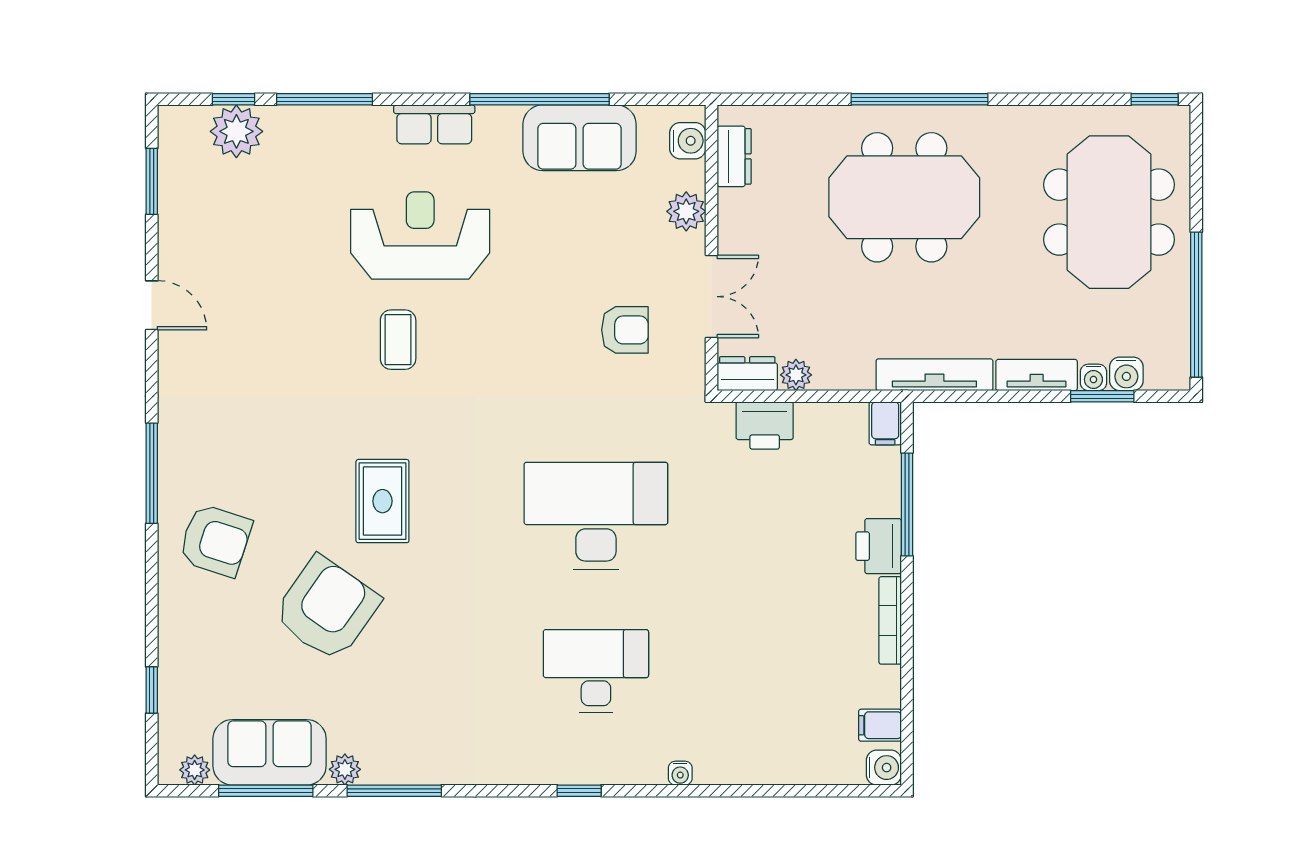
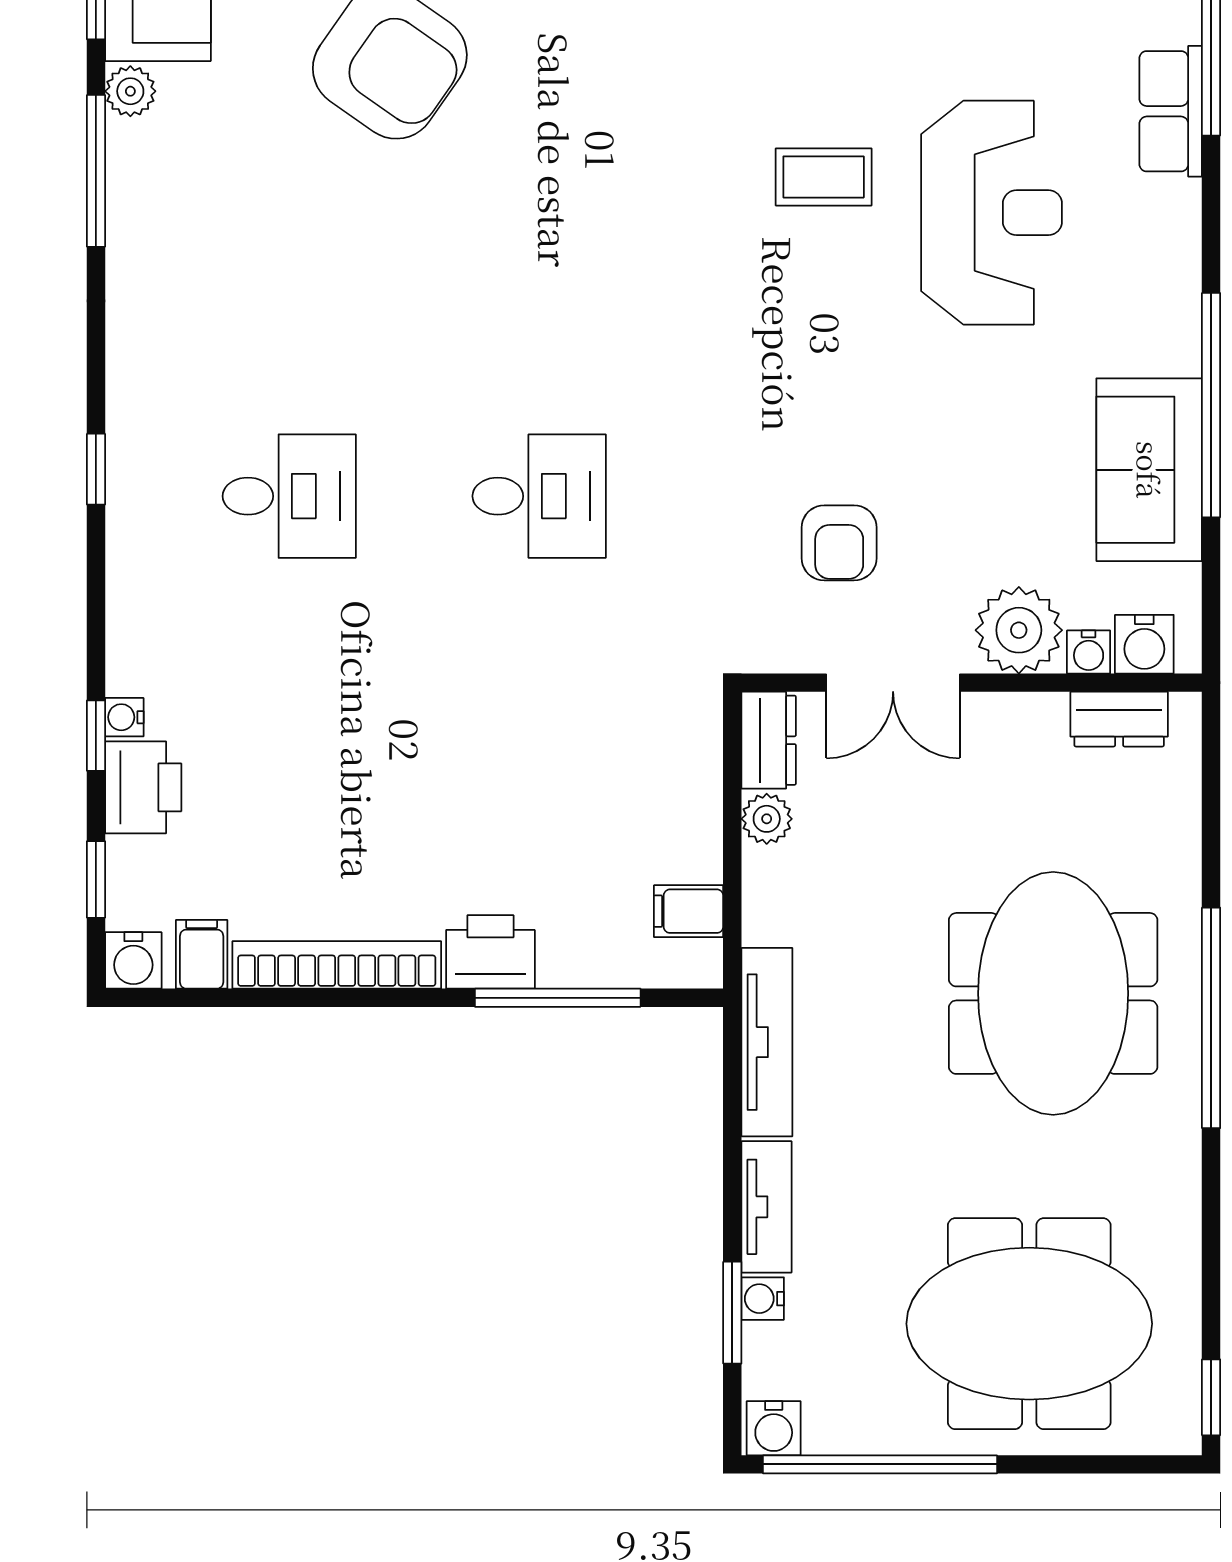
row of seats: (434, 124) -> (1171, 111), moved
water cooler: (693, 175) -> (1089, 652), added
plant: (686, 211) -> (1019, 630), width x1.36, depth x1.36
water cooler: (1126, 374) -> (774, 1428), moved, turned -90
filing cabinet: (885, 423) -> (689, 911), moved
printer: (765, 425) -> (143, 787), moved, turned 180
rug: (382, 501) -> (563, 152), removed
desk: (596, 516) -> (539, 496), width x0.53, depth x0.77
bookcase: (890, 620) -> (337, 965), width x1.48, depth x1.31
desk: (596, 671) -> (289, 496), width x0.73
water cooler: (680, 773) -> (124, 717), moved
window: (744, 791) -> (96, 736), added
window: (834, 791) -> (96, 879), added

